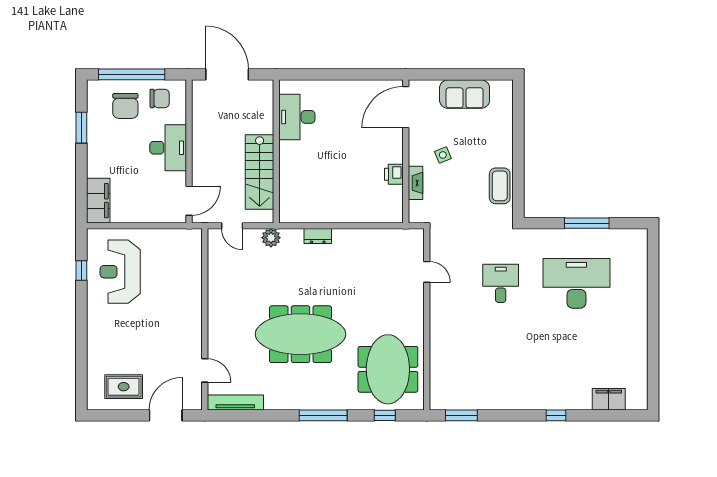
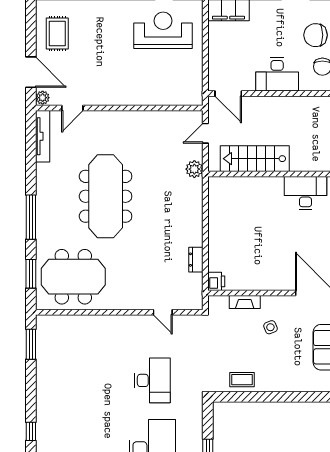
printer: (394, 174) -> (216, 281), moved, turned 90
coffee table: (500, 186) -> (242, 380), width x0.73, depth x0.77
dresser: (318, 236) -> (196, 260), moved
door: (427, 272) -> (163, 312), hinge flipped
desk: (501, 283) -> (152, 380), width x1.37
plant: (193, 403) -> (43, 98), added
window: (385, 415) -> (31, 274), width x1.50

